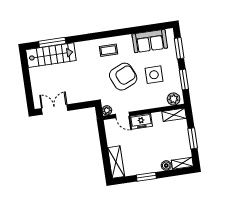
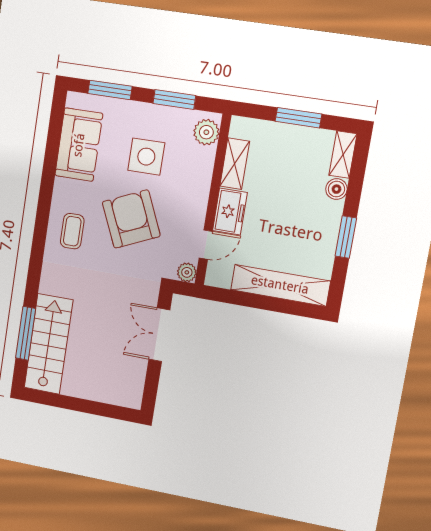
double door: (55, 110) -> (159, 335), moved
shelving: (174, 115) -> (235, 164), moved
shelving: (116, 162) -> (280, 285), width x1.47

